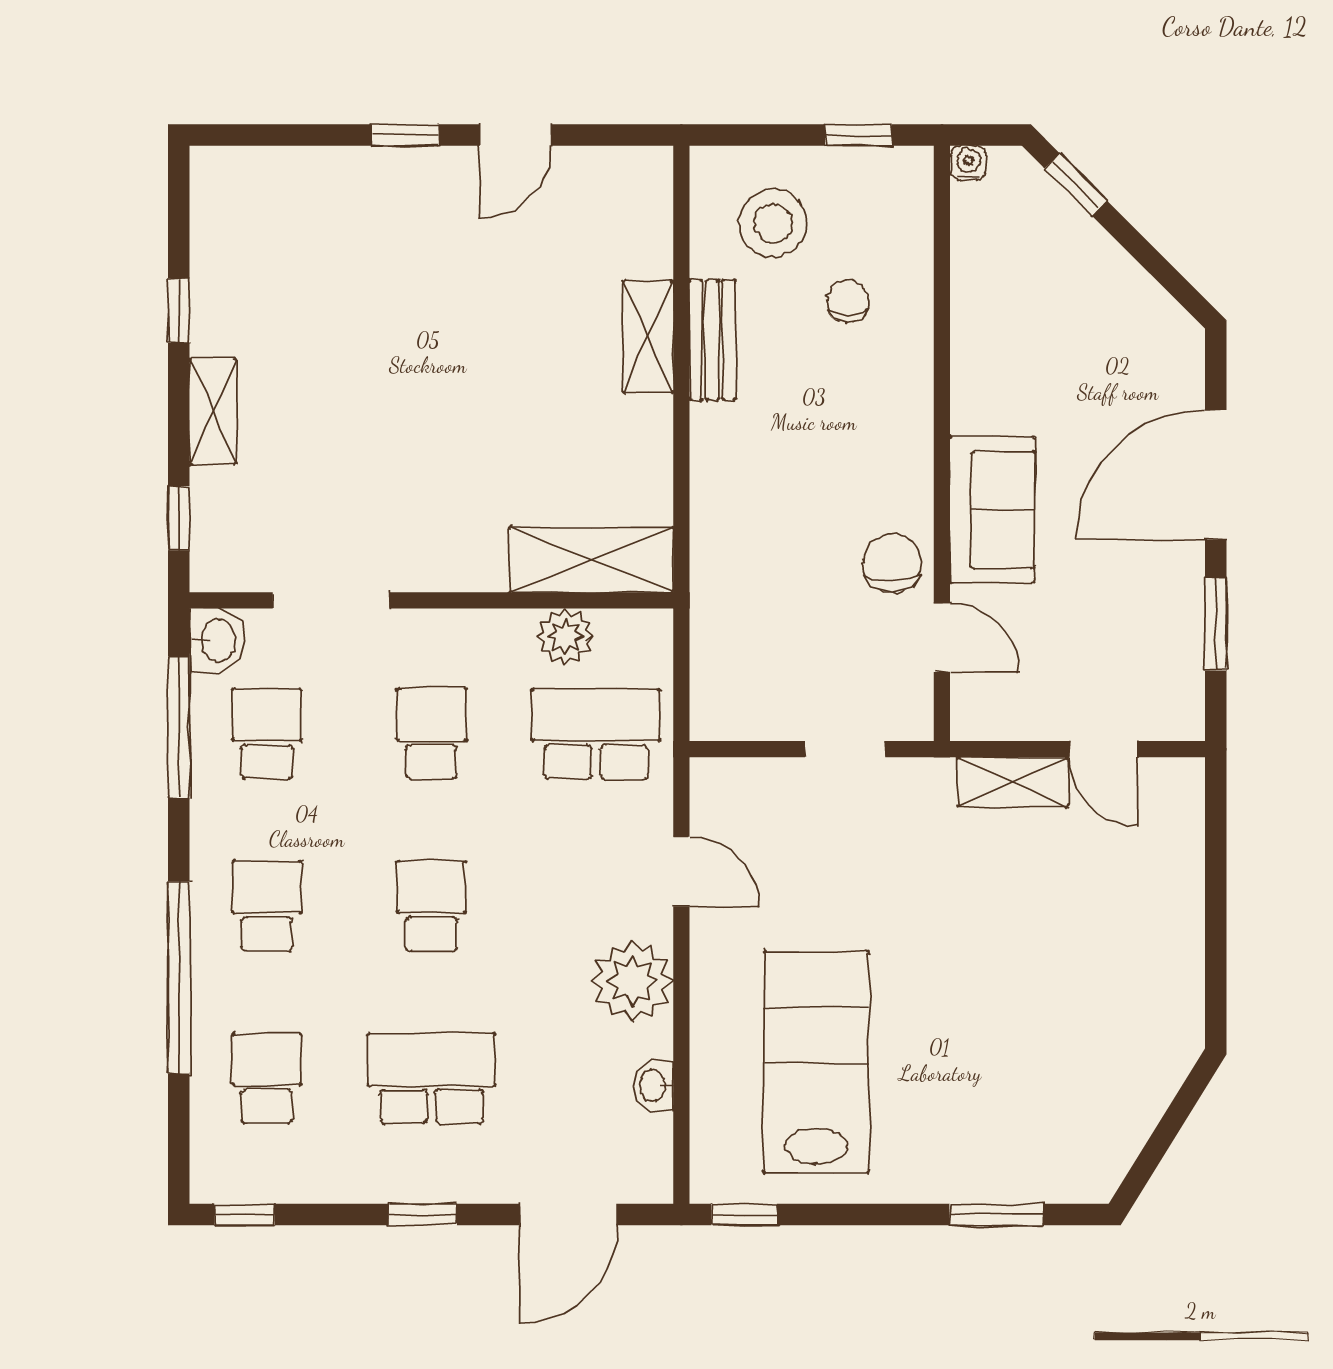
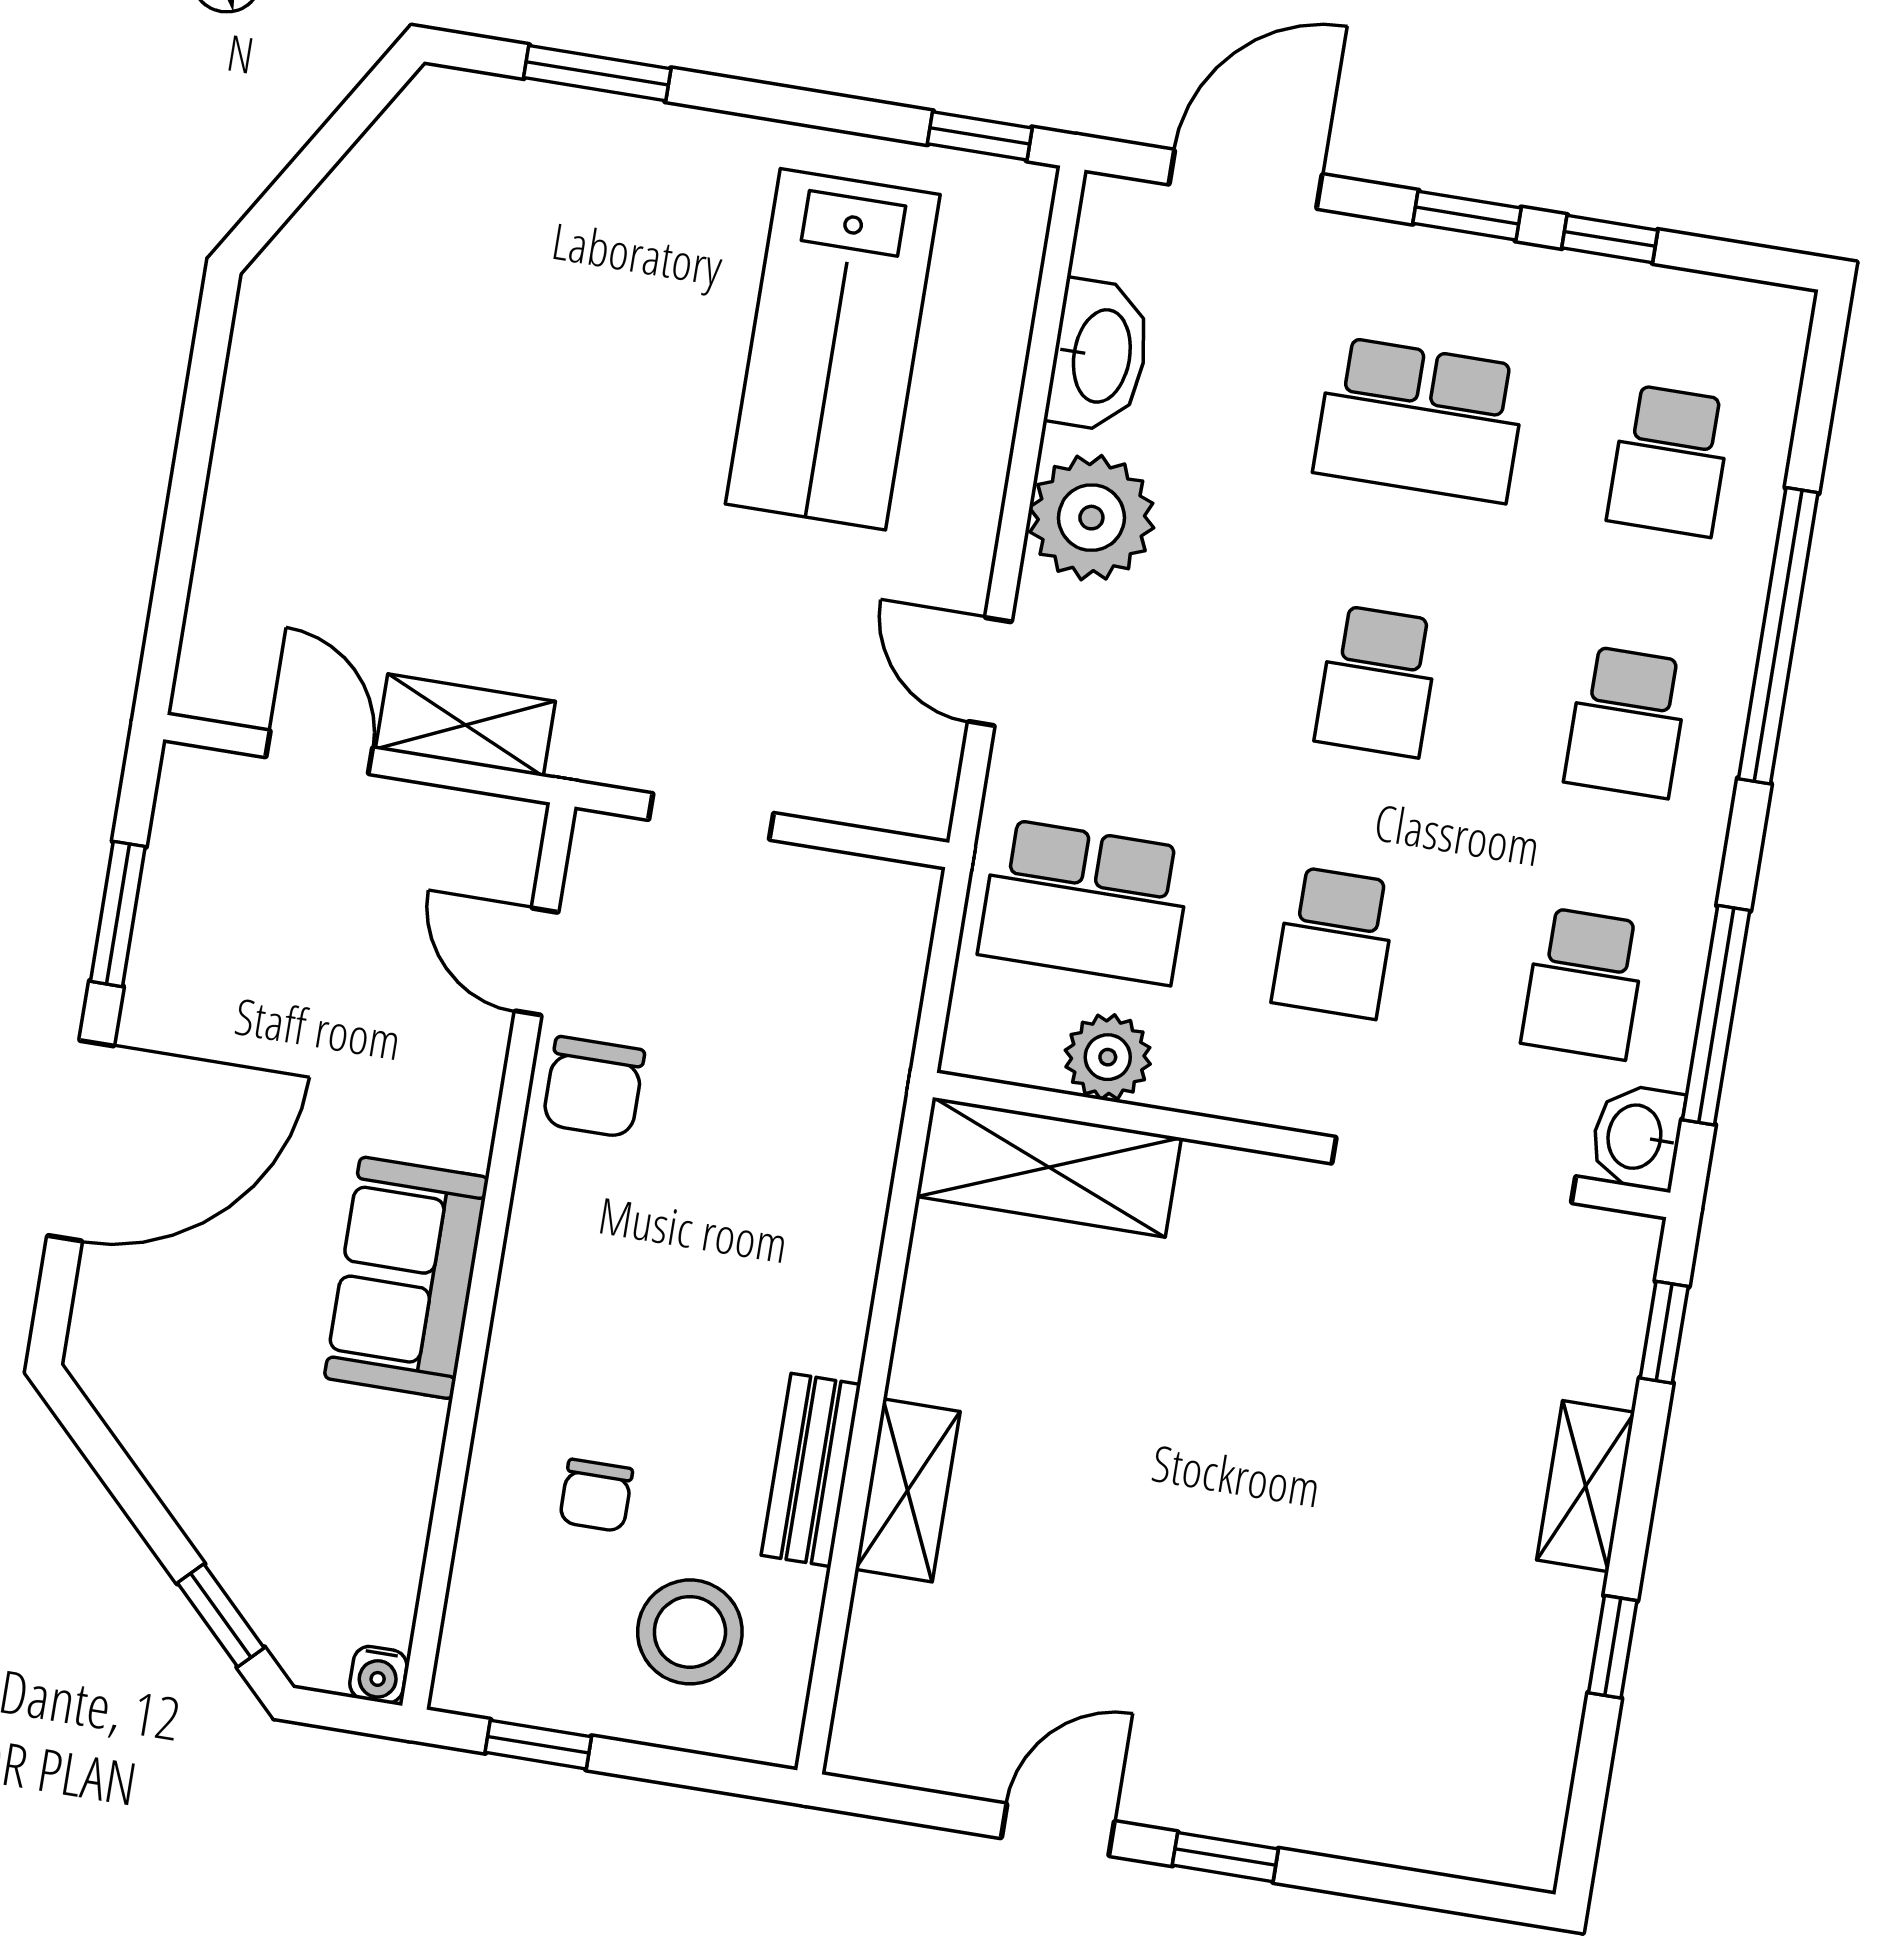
sofa: (992, 510) -> (406, 1278), moved
doorway: (331, 600) -> (1454, 1170), width x1.36
washbasin: (653, 1086) -> (1099, 356), width x1.91, depth x1.45
window: (245, 1215) -> (1610, 239), moved

